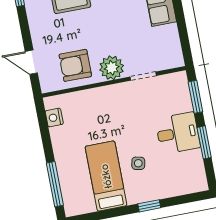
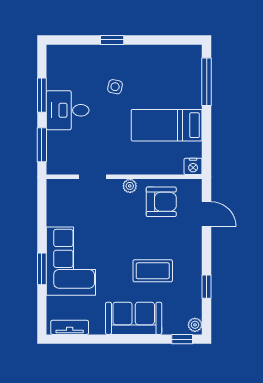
plant: (112, 68) -> (130, 186), width x0.53, depth x0.53
nightstand: (54, 118) -> (193, 166), moved, turned 90
bed: (106, 176) -> (167, 125), moved, turned 90

